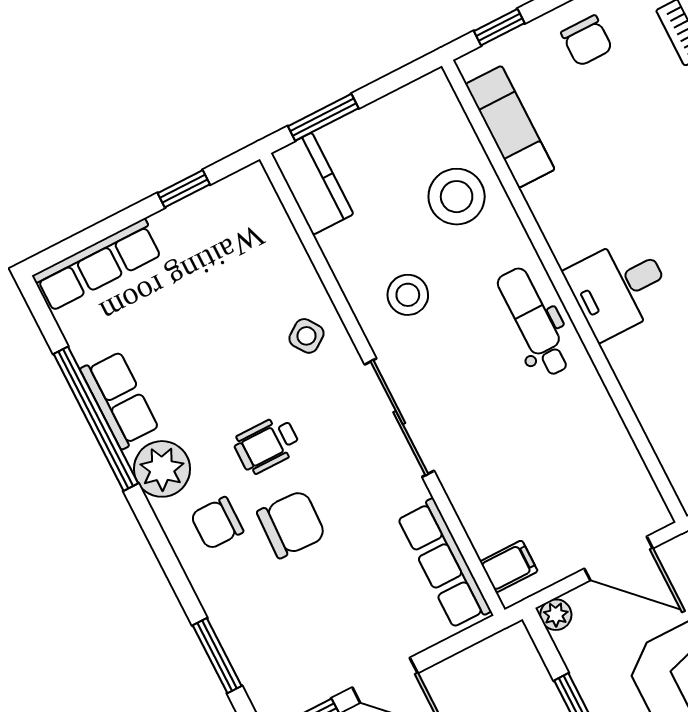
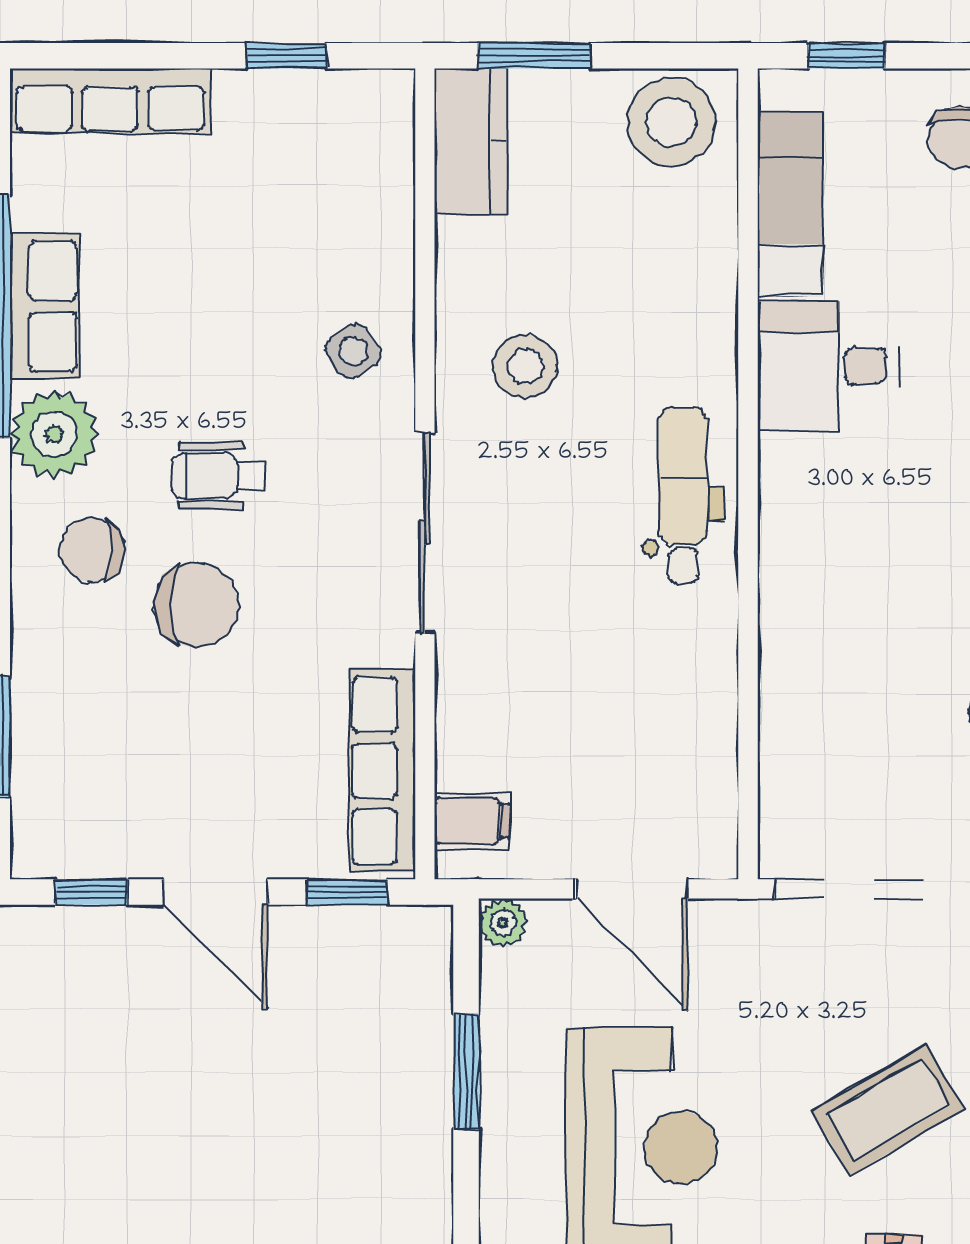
stool: (457, 197) -> (671, 122), moved
desk: (619, 288) -> (827, 366), moved
window: (459, 642) -> (347, 892), added

